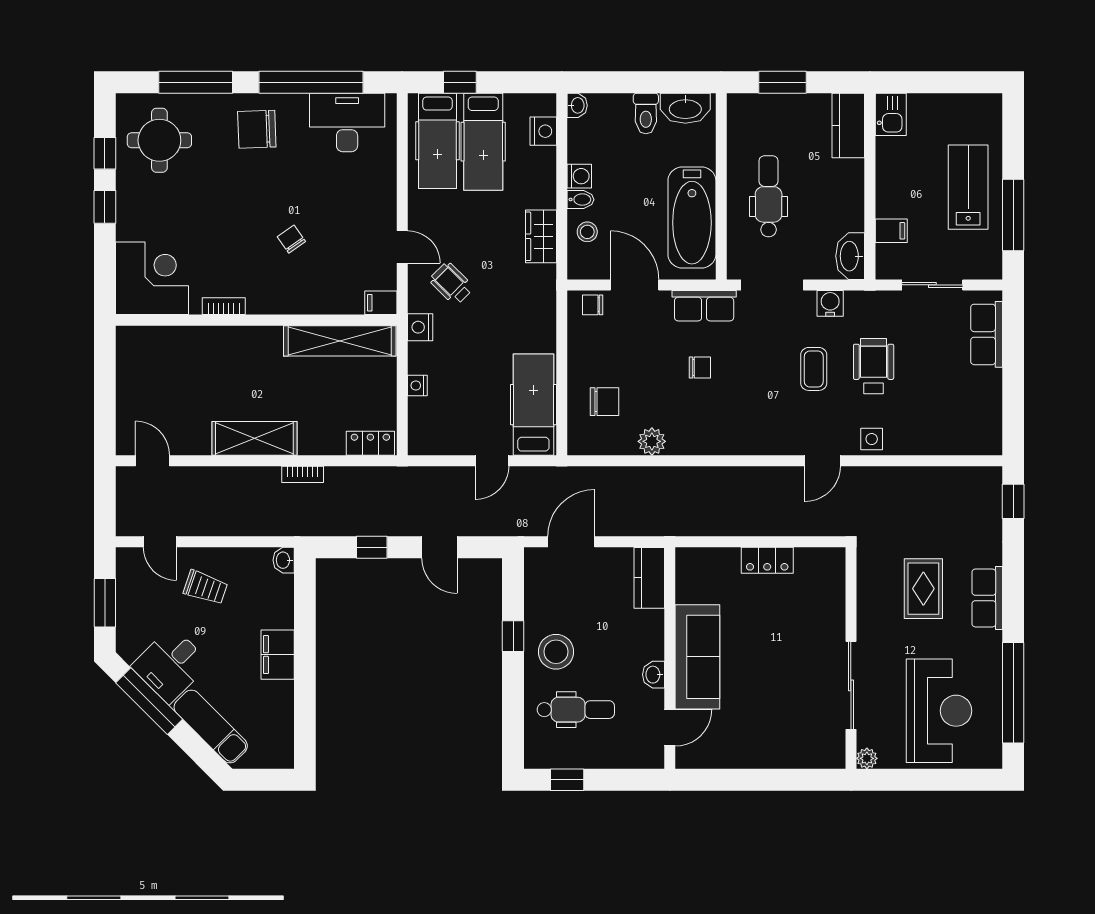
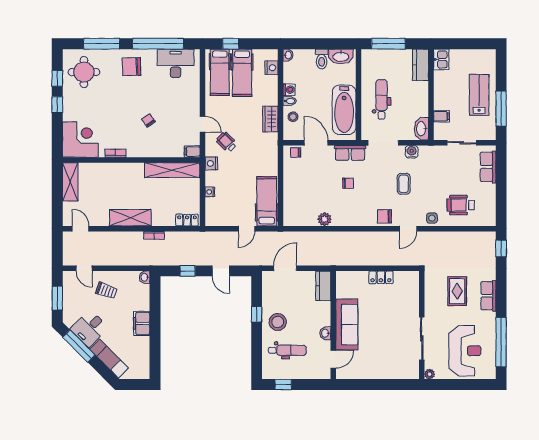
window: (782, 82) -> (388, 44), width x1.44
shelving: (131, 365) -> (70, 182), added
wheelchair: (874, 366) -> (461, 205), moved, turned -90
chair: (604, 402) -> (384, 216), moved, turned 180

